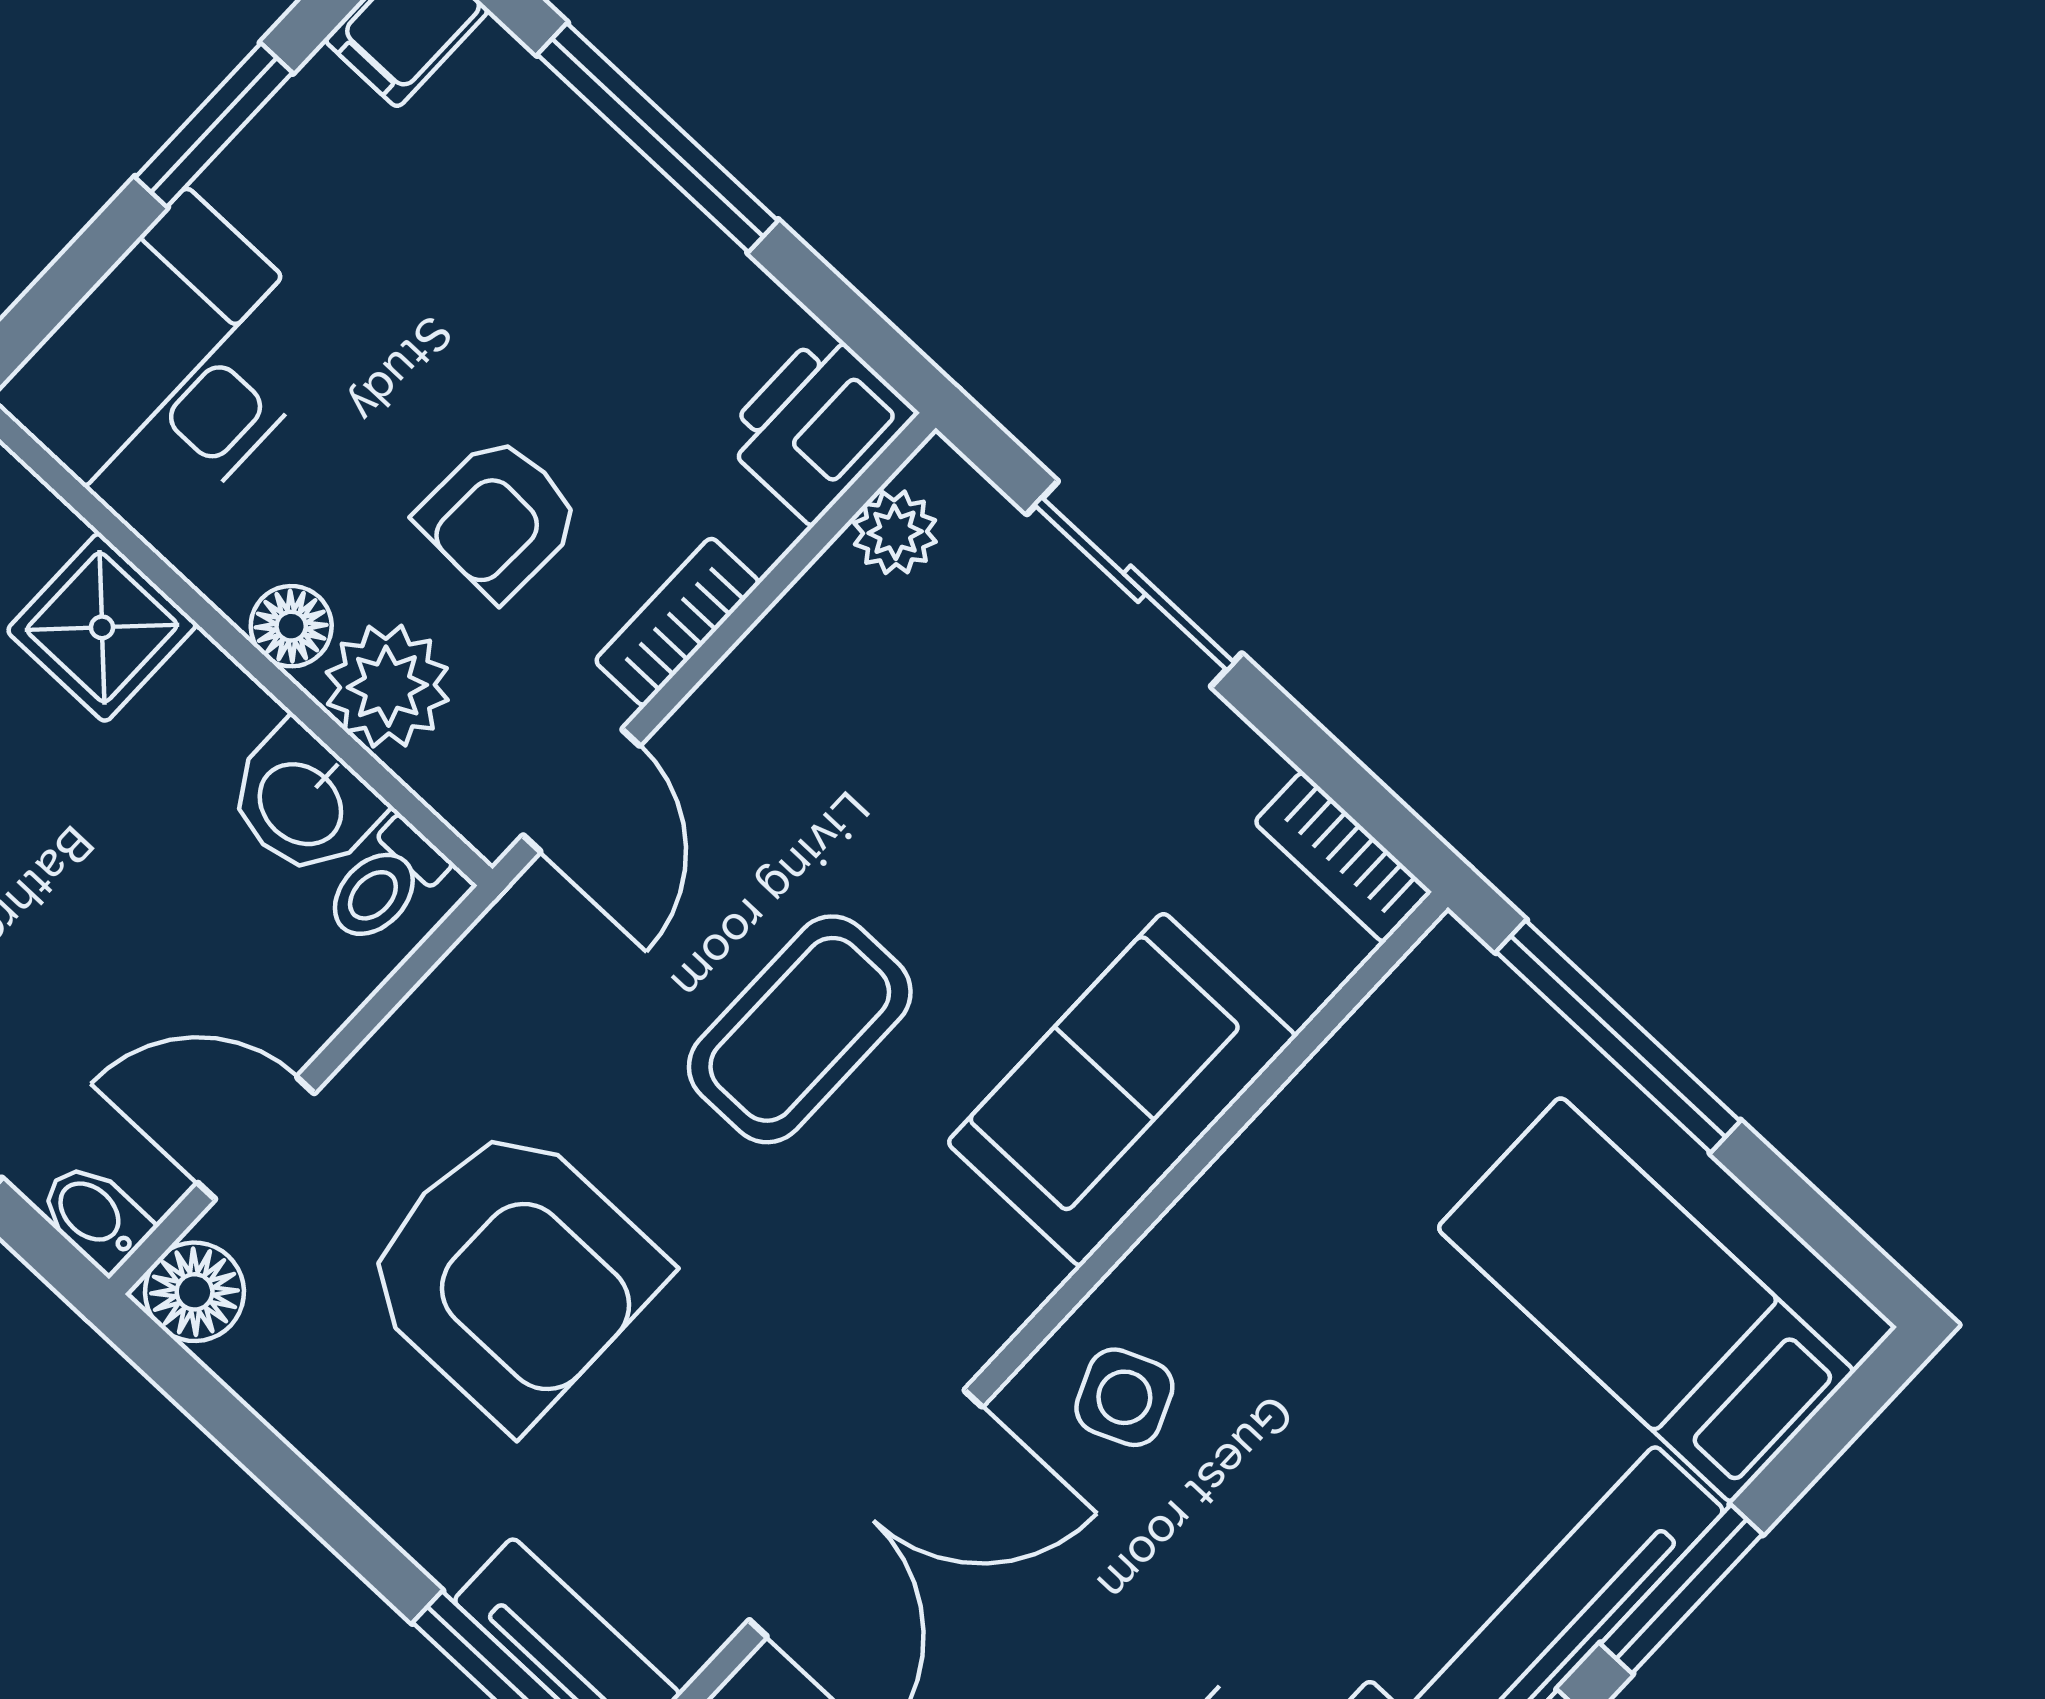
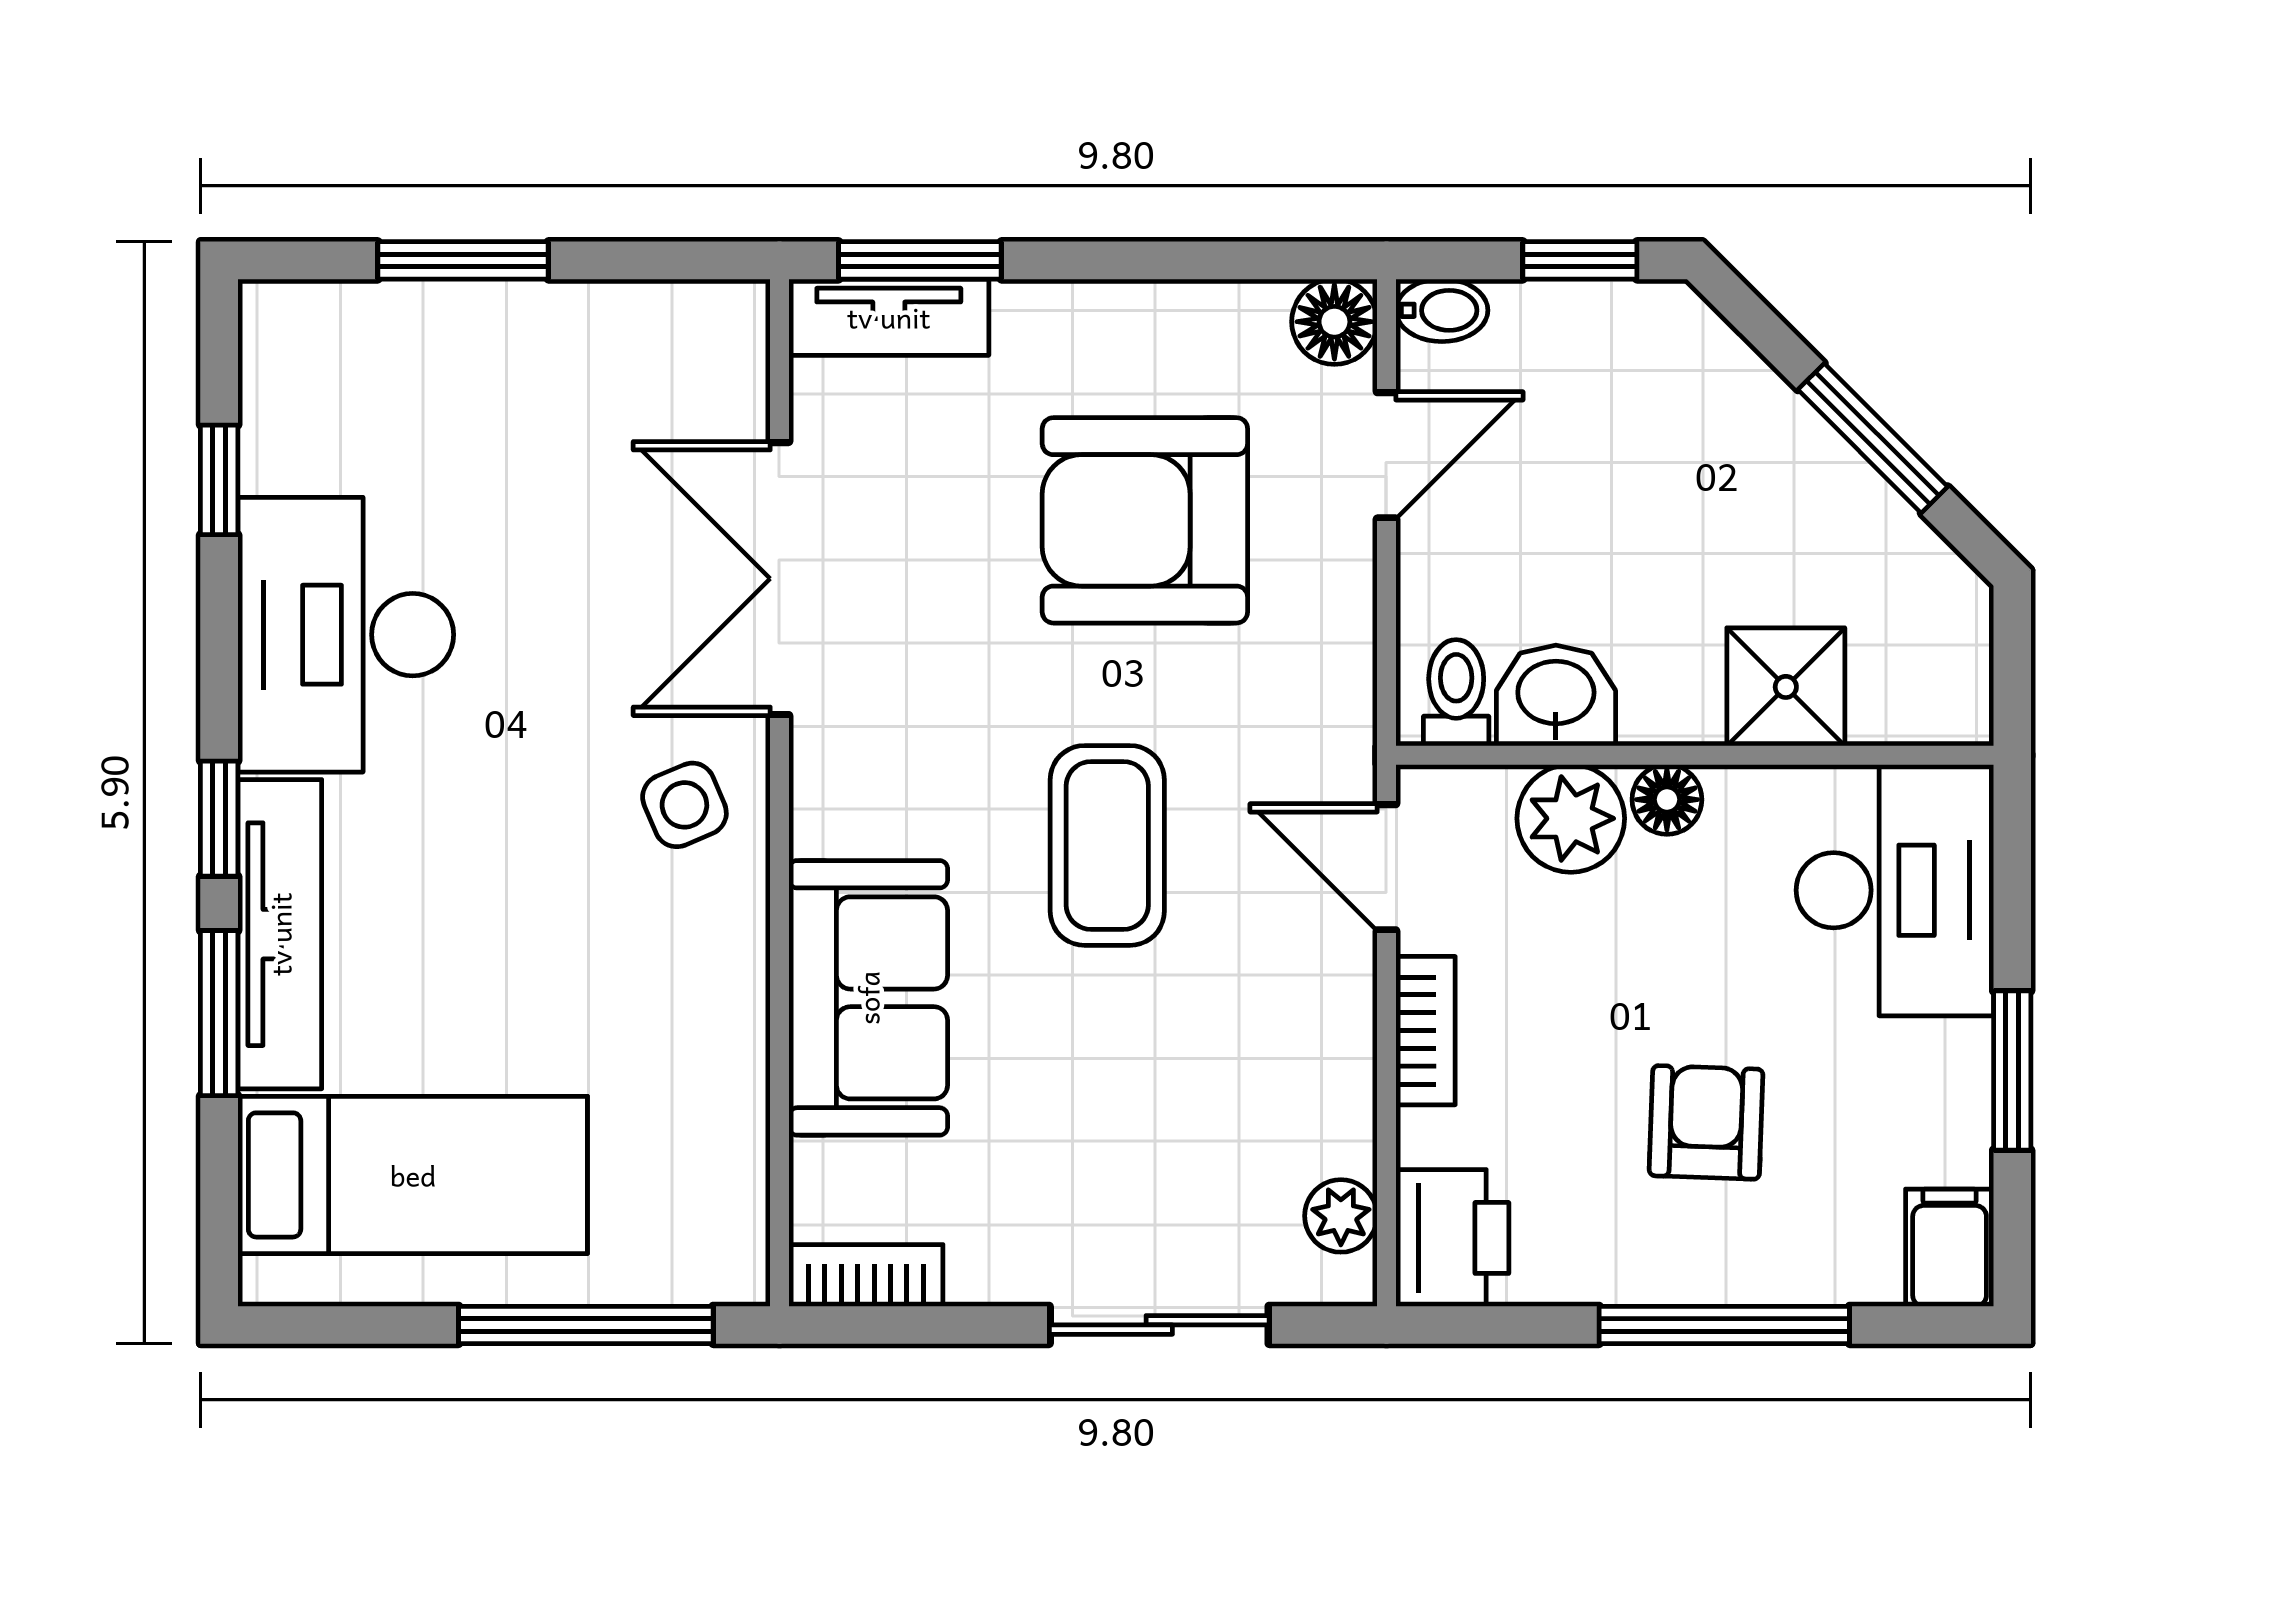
armchair: (499, 518) -> (1706, 1122), moved

